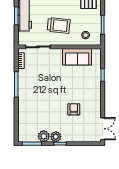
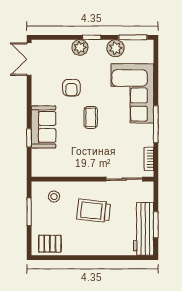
sofa: (77, 57) -> (44, 127), moved, turned 90
coffee table: (61, 89) -> (91, 117), added
corner sofa: (32, 105) -> (132, 93), added
plant: (56, 137) -> (80, 47), moved

